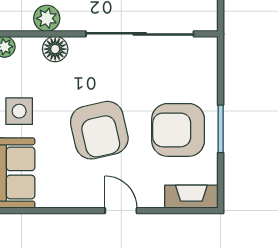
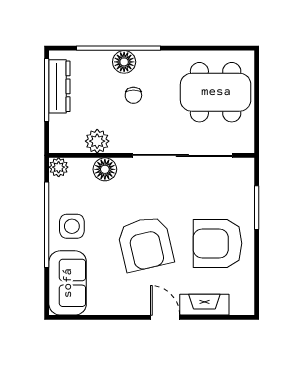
window: (221, 129) -> (257, 208), moved
fireplace: (191, 197) -> (204, 305), moved

